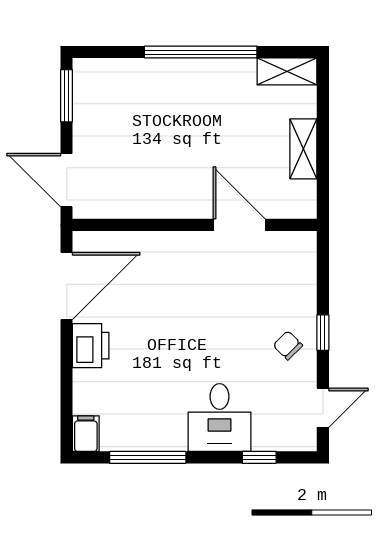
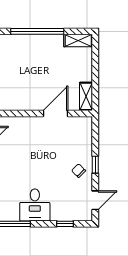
shelving: (303, 149) -> (86, 96), moved
door: (239, 225) -> (55, 113), hinge flipped
desk: (220, 418) -> (35, 205), moved

